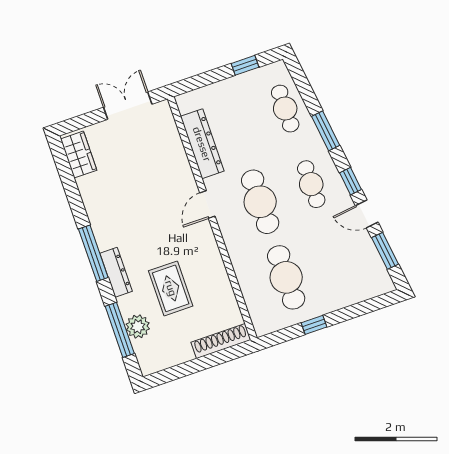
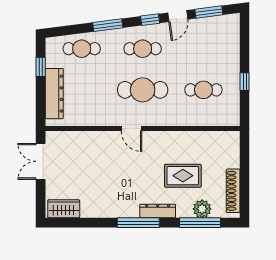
dresser: (202, 144) -> (54, 94), moved, turned 90
cafe table: (286, 277) -> (203, 90), width x0.73, depth x0.74
shoe rack: (221, 341) -> (233, 191), moved

